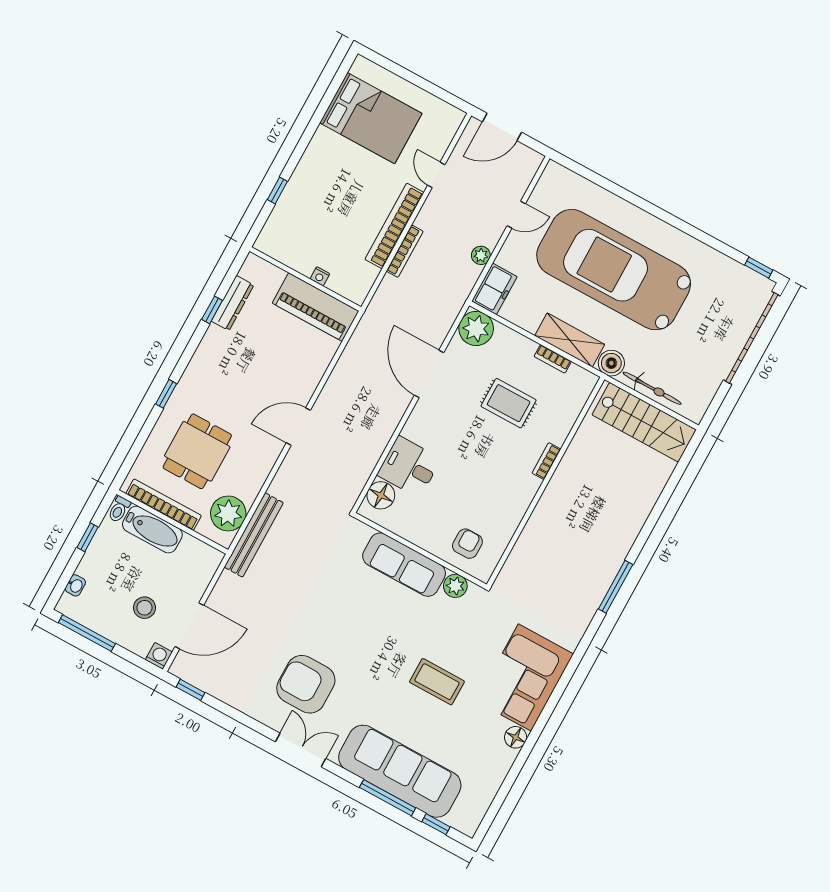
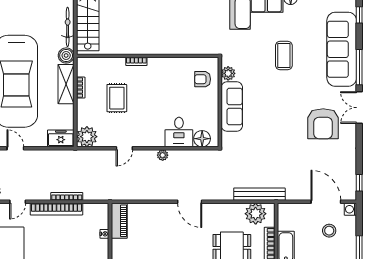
plant: (481, 255) -> (163, 155), moved
piano: (316, 307) -> (119, 221), width x0.73, depth x0.75
door: (429, 374) -> (124, 148), width x0.53
window: (388, 798) -> (359, 67), moved

